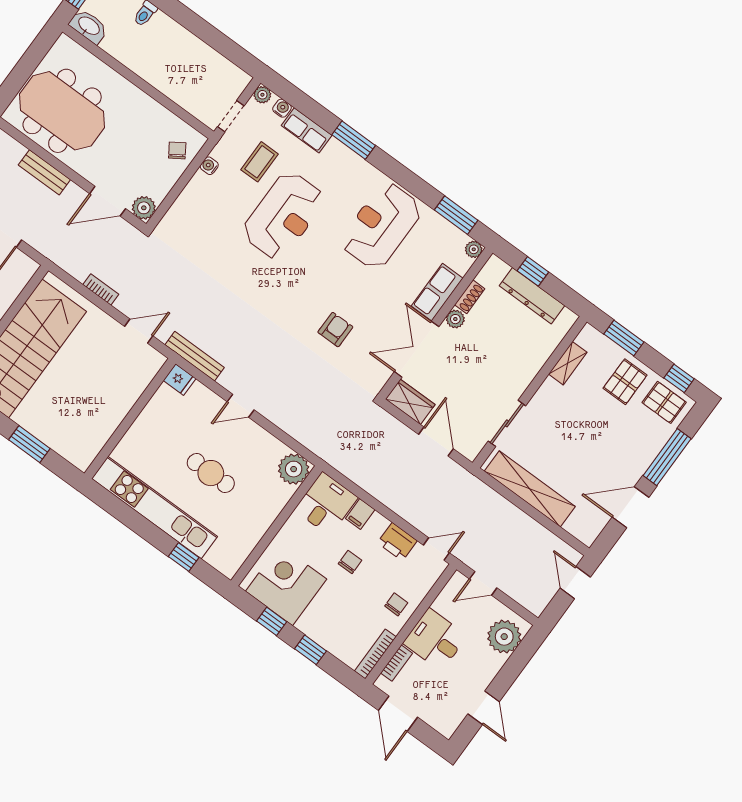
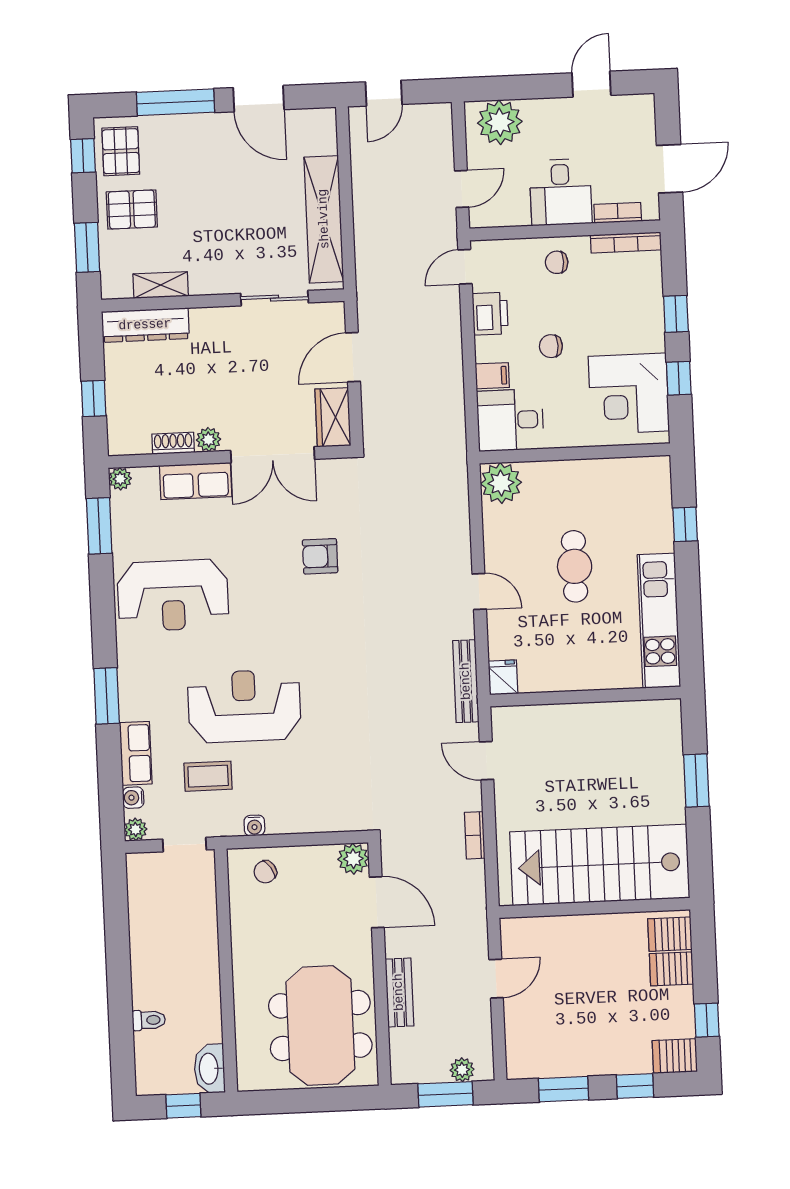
dresser: (532, 296) -> (145, 325), moved, turned 90
kitchen unit: (154, 508) -> (659, 621), width x0.73
door: (436, 549) -> (465, 267), hinge flipped
door: (483, 583) -> (462, 189), hinge flipped

